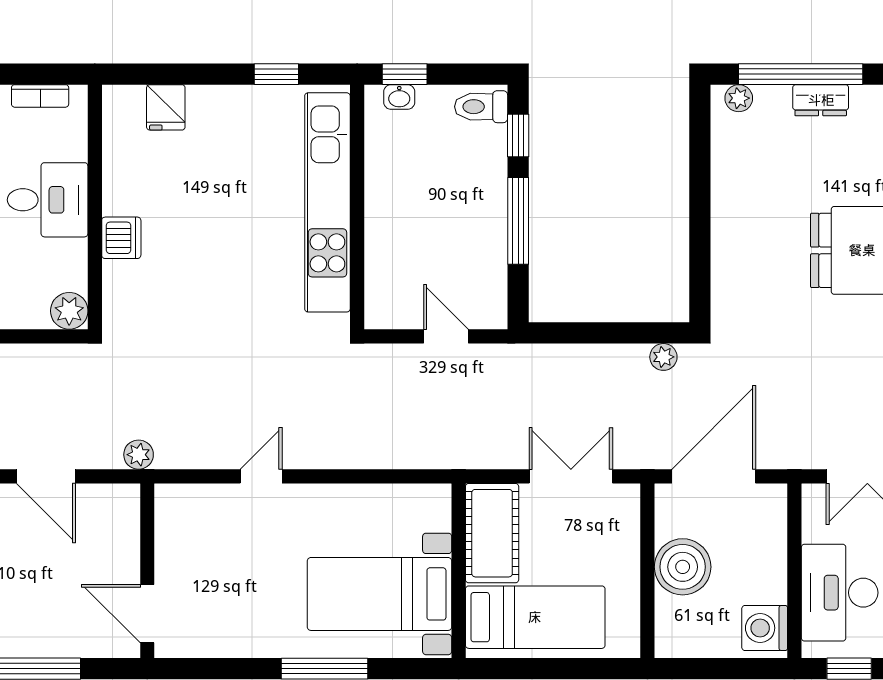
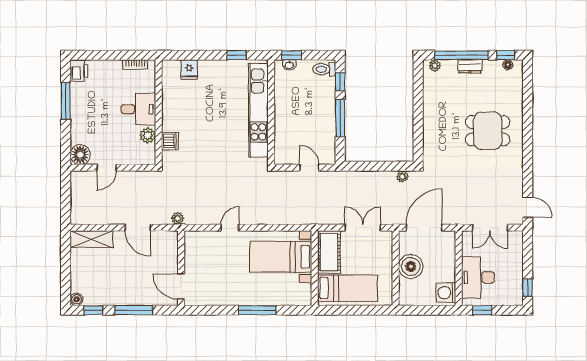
dishwasher: (121, 238) -> (170, 141), moved
plant: (69, 311) -> (148, 136), moved
bed with nightstands: (379, 594) -> (281, 257), moved

